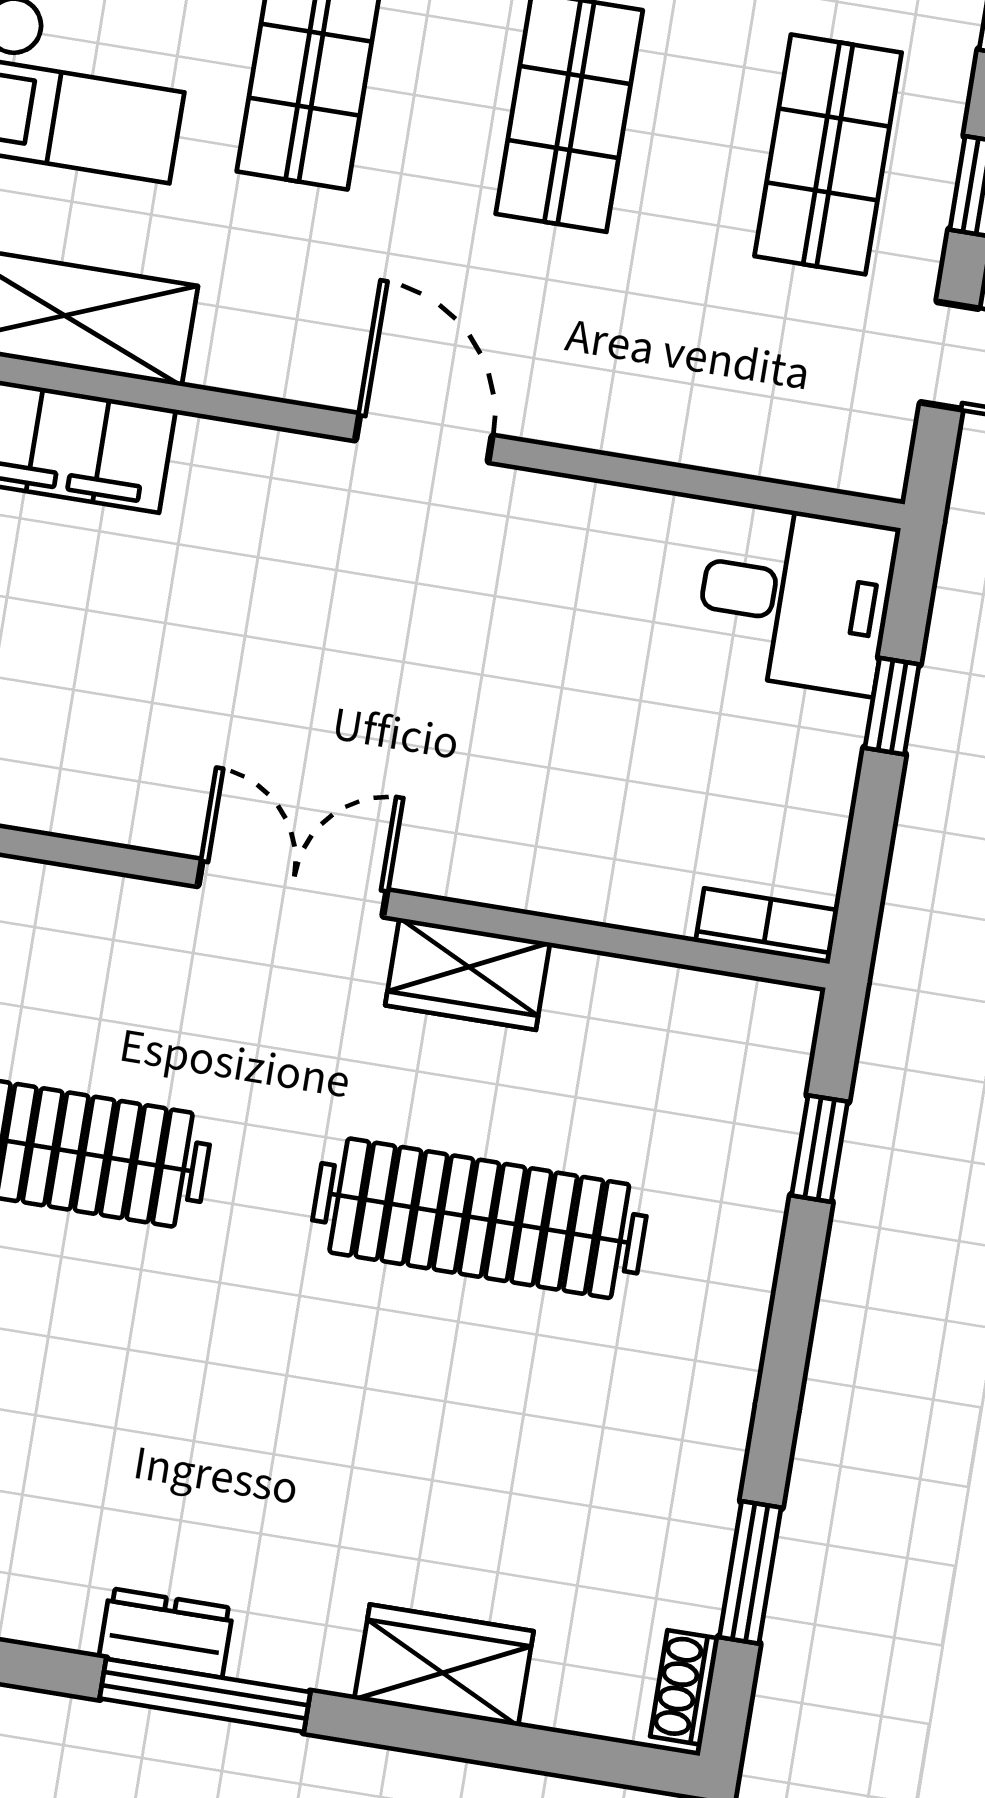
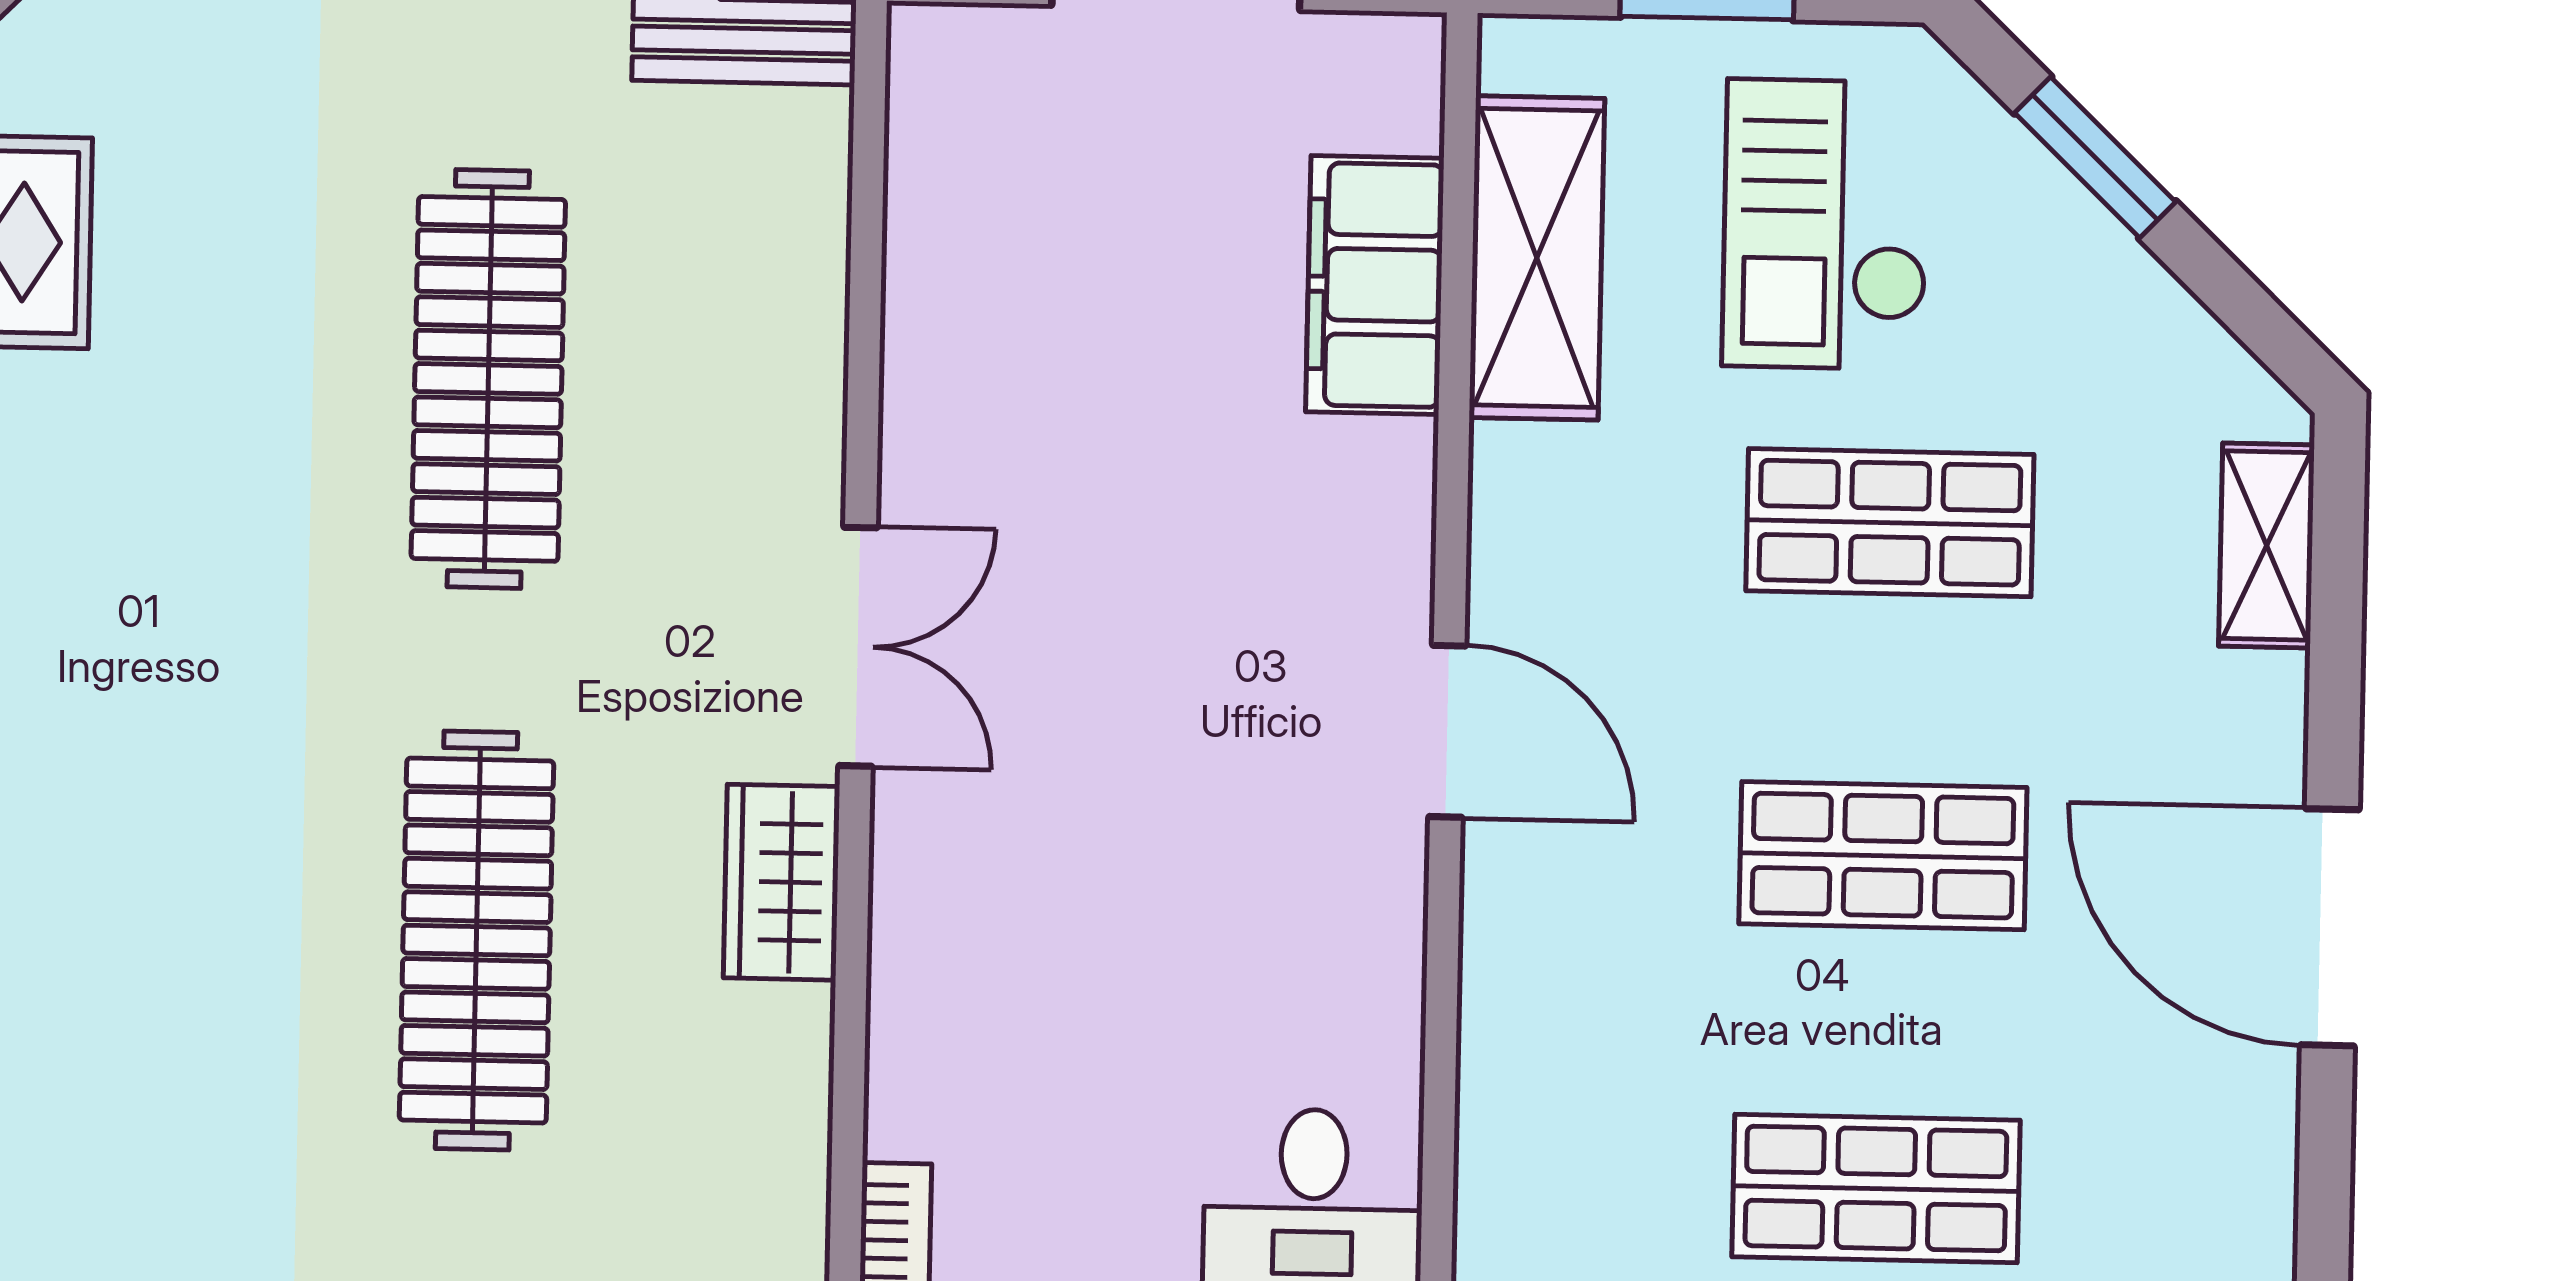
door: (424, 438) -> (1447, 731), hinge flipped

